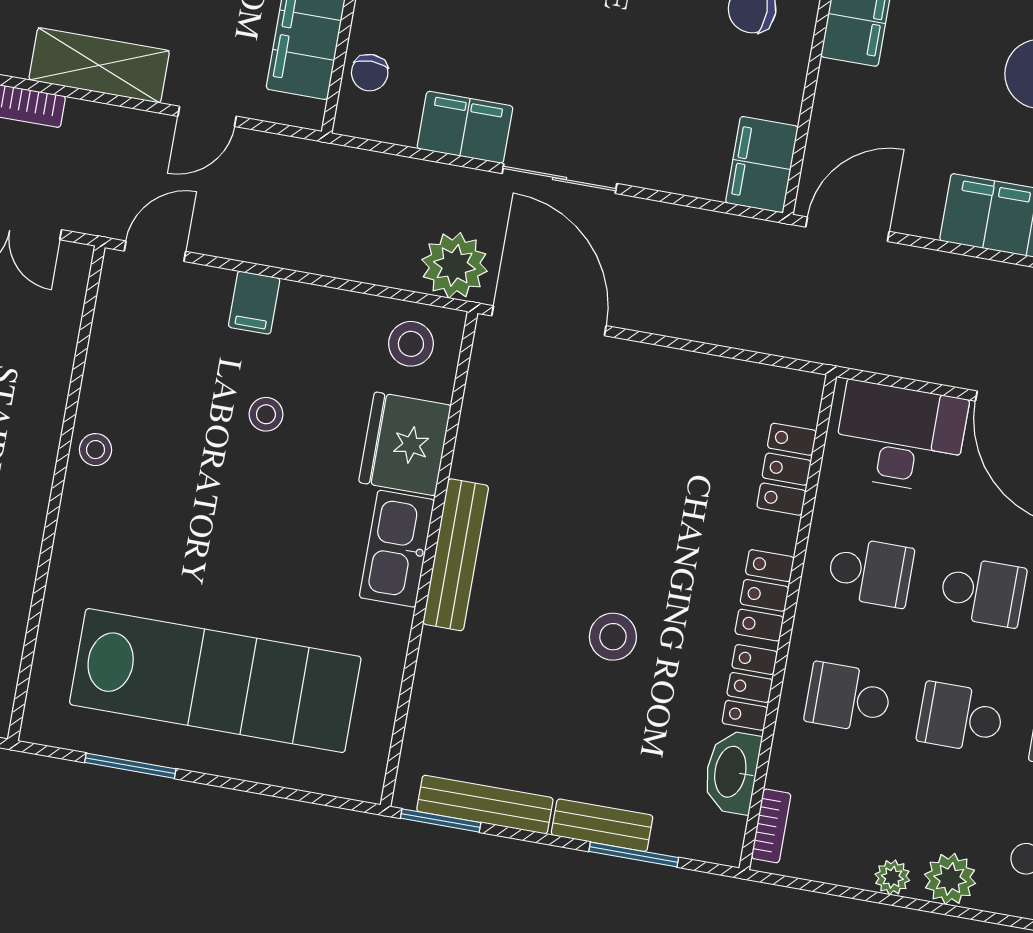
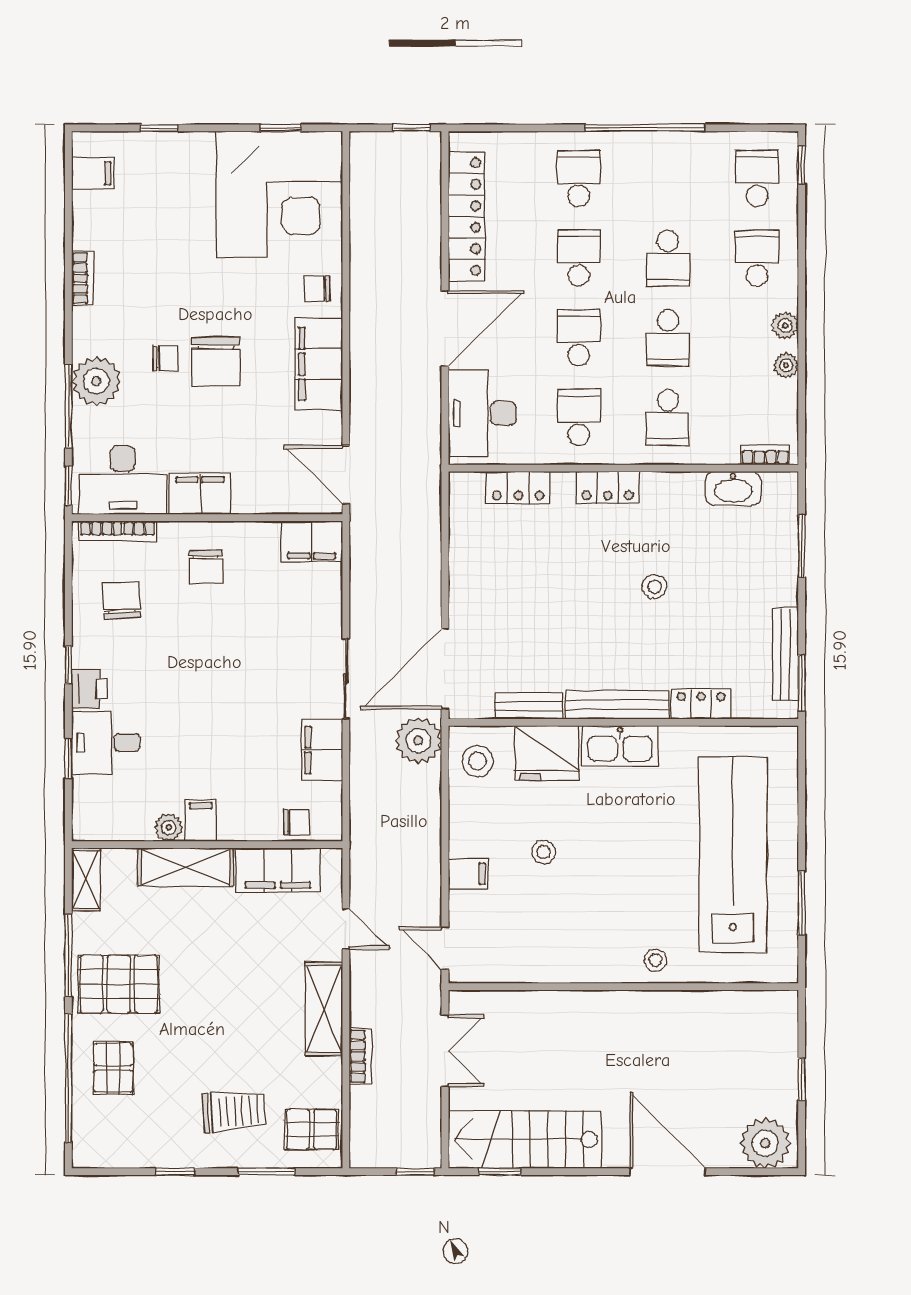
stool: (96, 450) -> (655, 960), moved
stool: (613, 637) -> (654, 587), width x0.73, depth x0.73
locker: (750, 687) -> (701, 704), moved, turned 180
bench: (602, 825) -> (529, 706), moved, turned 90
plant: (950, 879) -> (785, 325), width x0.73, depth x0.73

